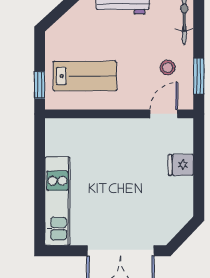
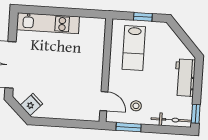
window: (40, 85) -> (143, 17), moved
fridge: (181, 165) -> (31, 105), moved, turned 44

